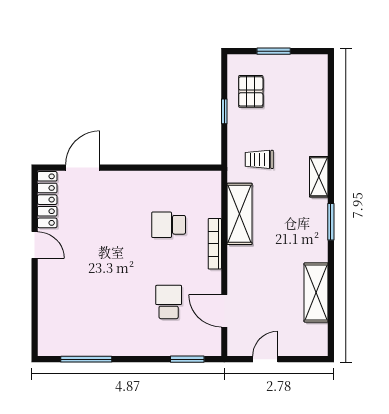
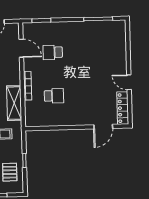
school desk: (169, 302) -> (53, 52), turned 90

